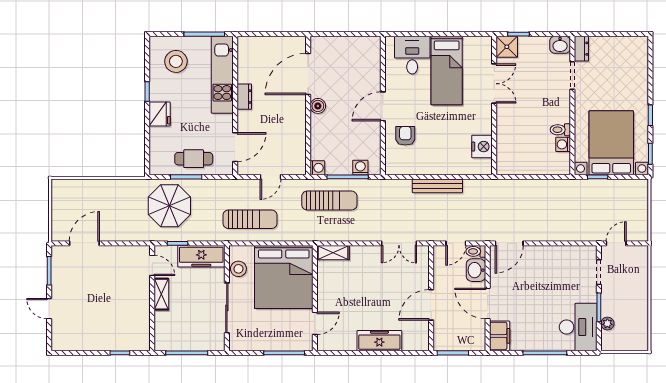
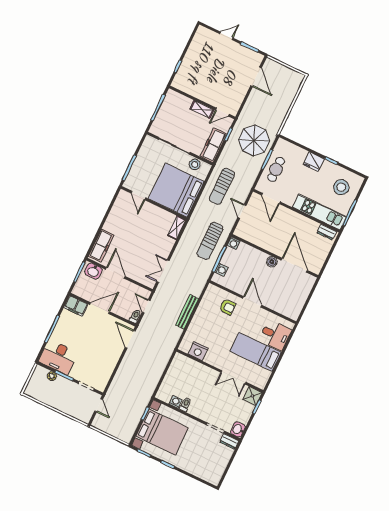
dresser: (244, 97) -> (327, 232), moved
washbasin: (476, 270) -> (93, 271), moved, turned 180
freezer: (379, 341) -> (101, 246), moved

